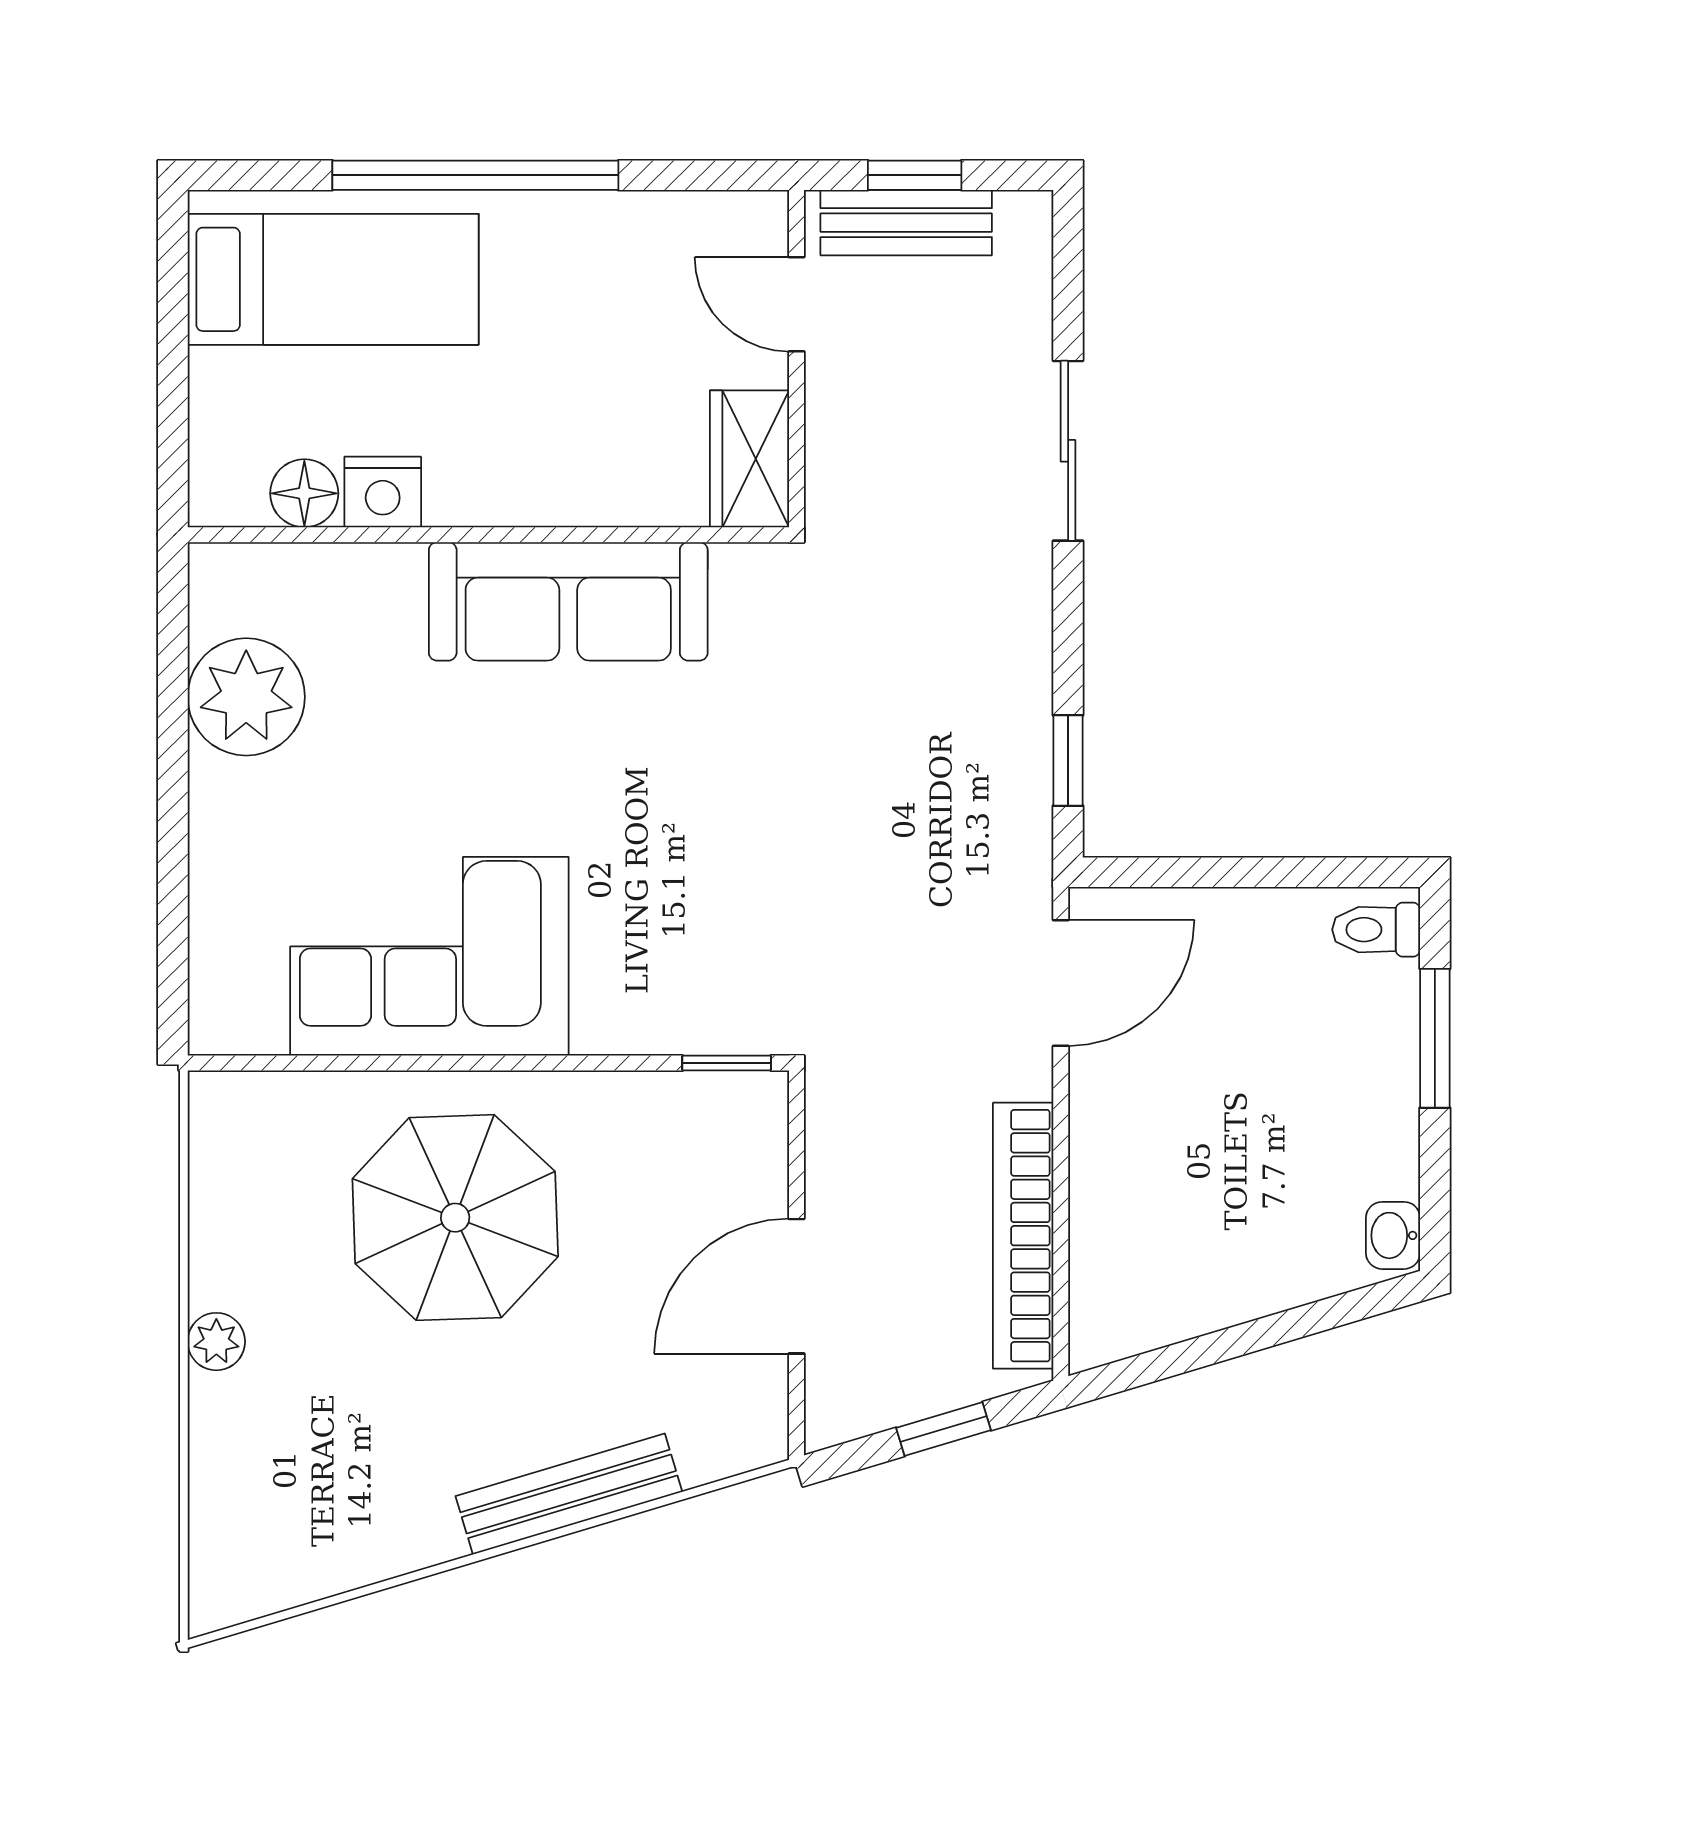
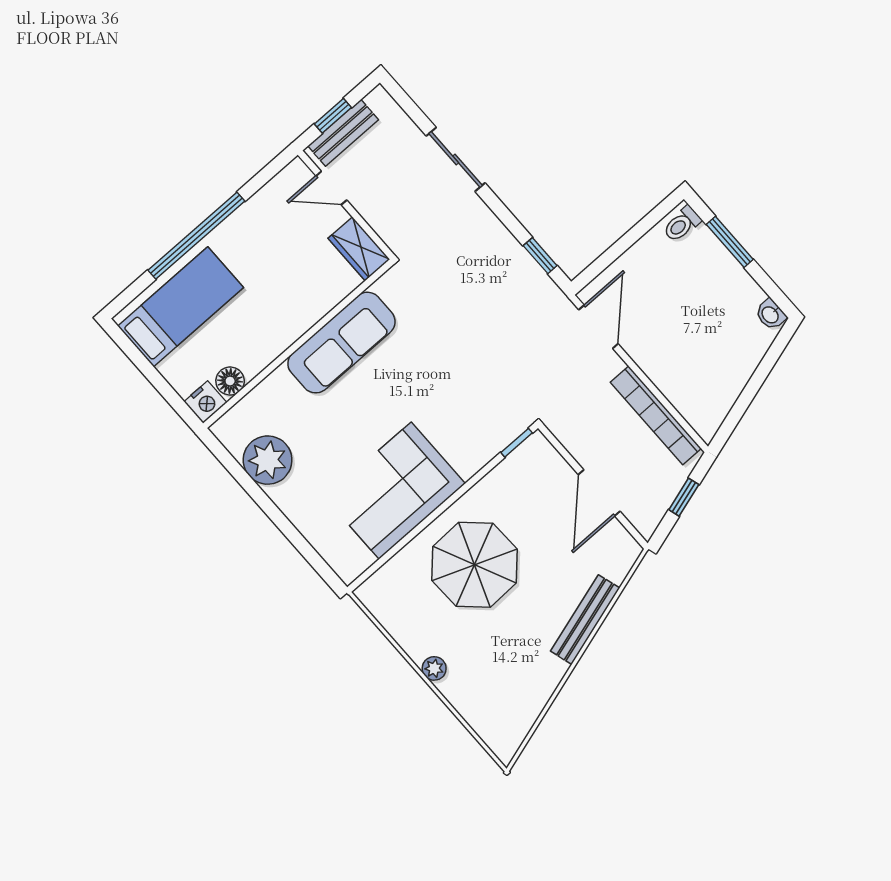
nightstand: (383, 492) -> (205, 402), moved

